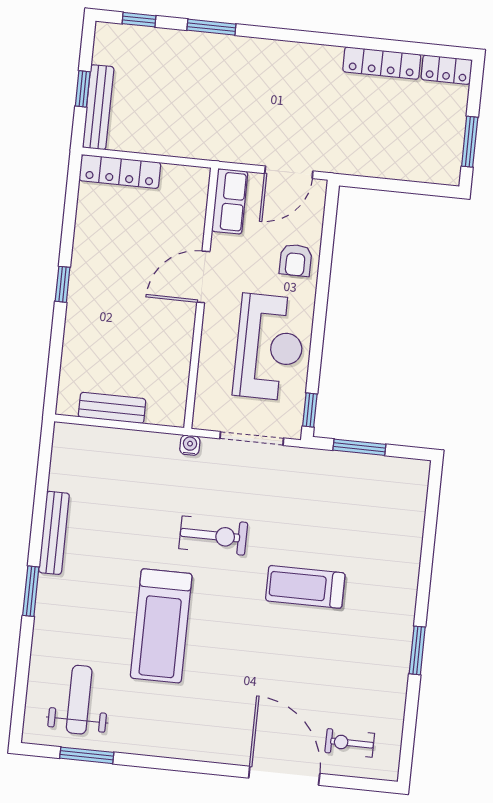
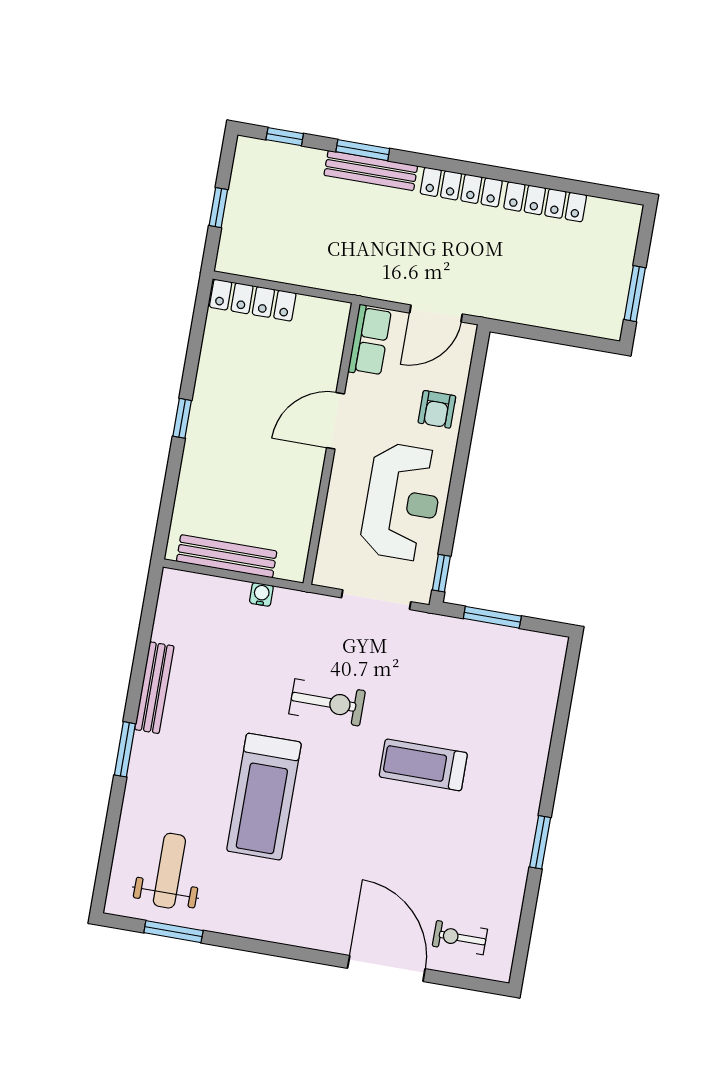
locker: (447, 70) -> (461, 187), moved, width x1.53
bench: (98, 107) -> (371, 171), moved, turned 90
bench: (112, 408) -> (227, 556), width x1.36
water cooler: (190, 445) -> (261, 594), moved

